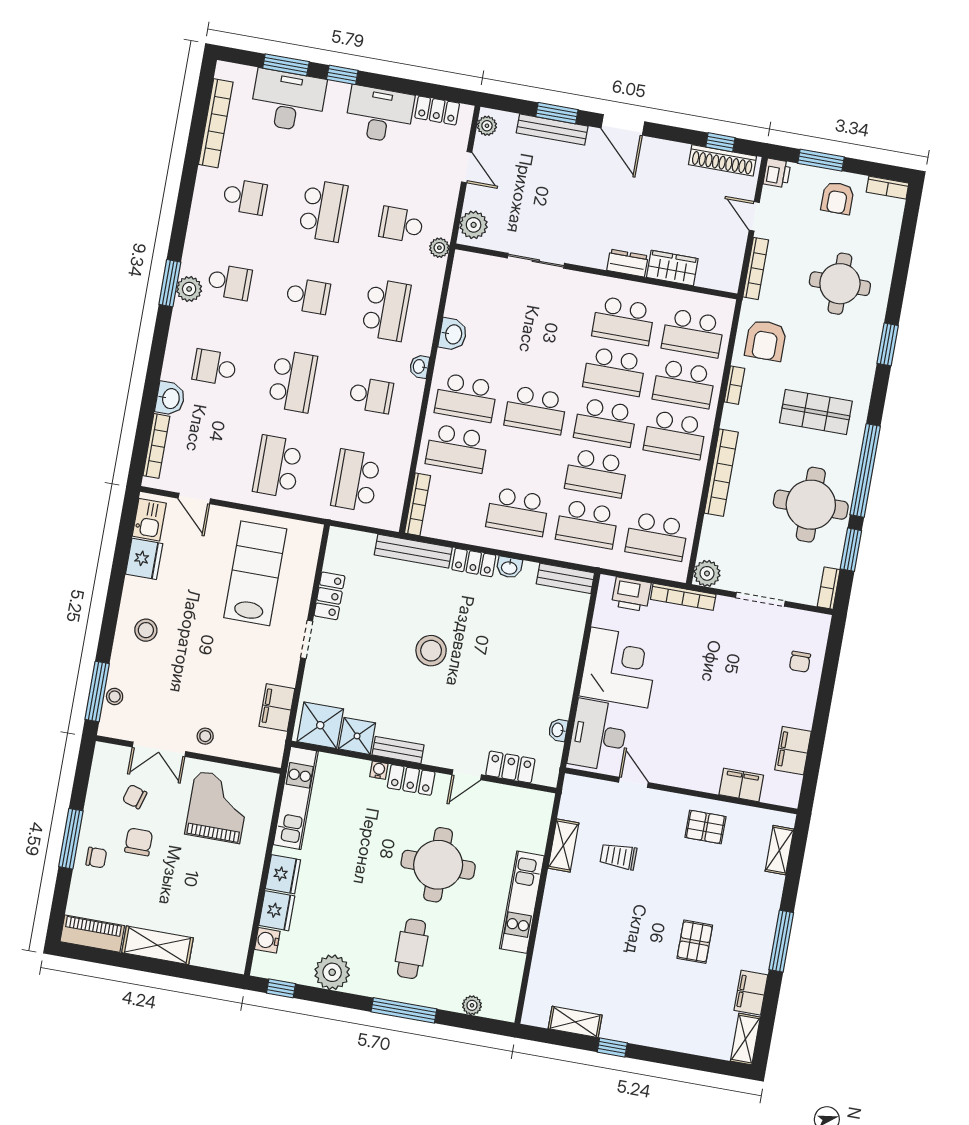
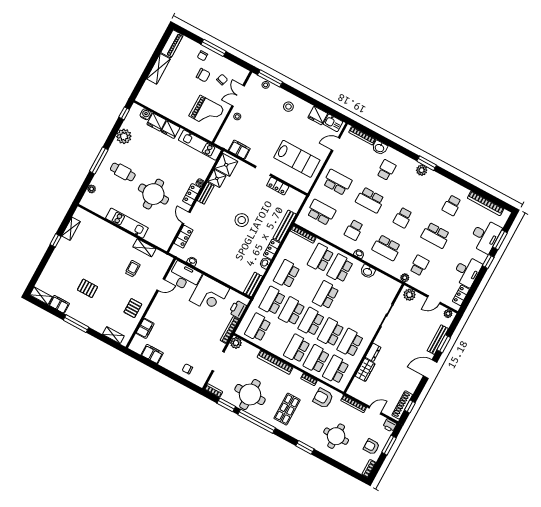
school desk: (230, 282) -> (419, 188), removed

